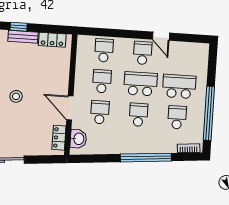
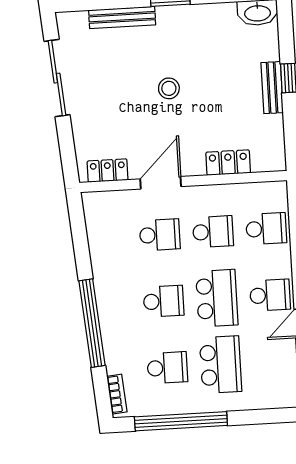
locker: (52, 40) -> (228, 163), moved, turned 90
washbasin: (78, 139) -> (110, 204), removed

